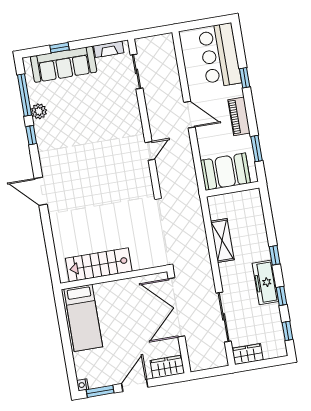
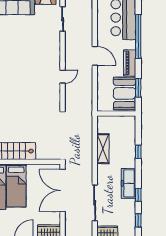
window: (245, 78) -> (138, 36), width x3.17
booth: (225, 172) -> (125, 93), moved, turned 90
window: (275, 255) -> (138, 152), moved
bed: (111, 311) -> (16, 185), added

